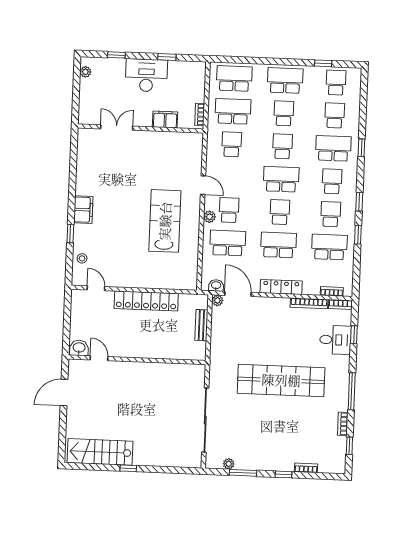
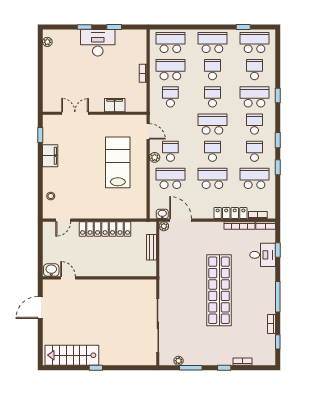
window: (116, 55) -> (84, 27), moved
school desk: (336, 83) -> (254, 42), width x1.85
filing cabinet: (165, 119) -> (115, 105), moved
double door: (117, 127) -> (75, 113), moved
wall: (141, 128) -> (95, 113), moved
window: (70, 234) -> (40, 135), moved
locker: (281, 287) -> (230, 213), moved
door: (96, 288) -> (63, 220), swing flipped
shop shelf: (281, 380) -> (219, 290), turned 90

